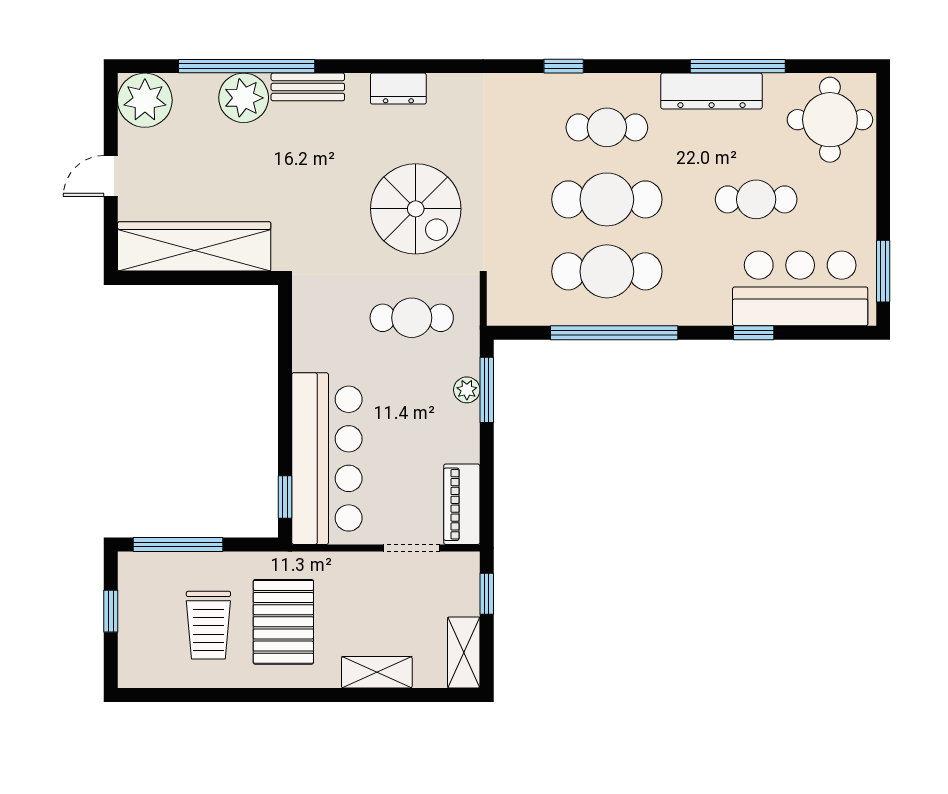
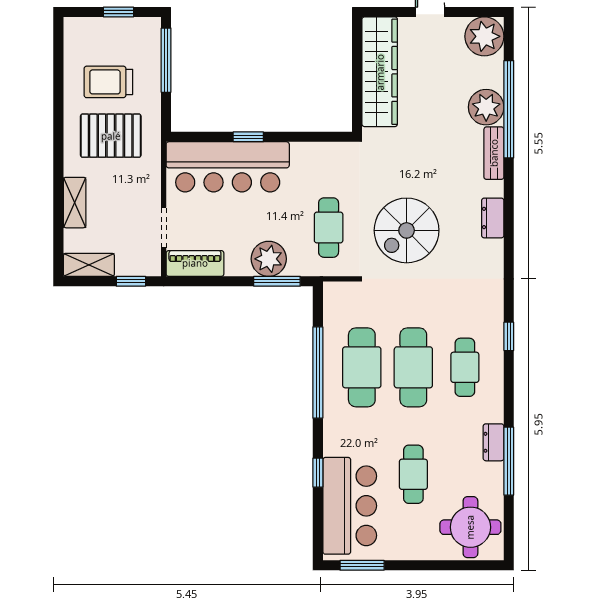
dresser: (712, 91) -> (494, 442), width x0.51, depth x0.80
plant: (467, 390) -> (269, 259), width x1.88, depth x1.88
window: (285, 497) -> (248, 137), moved

